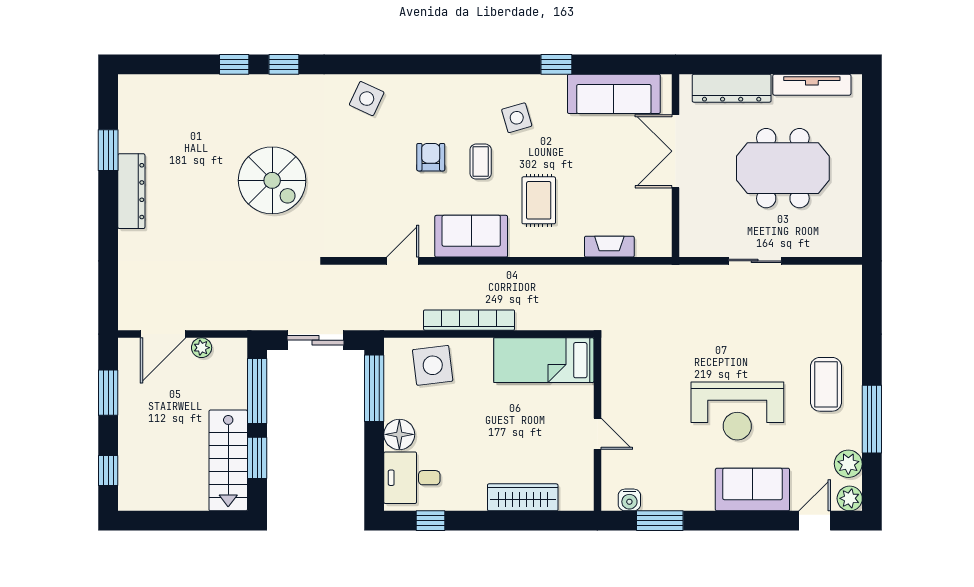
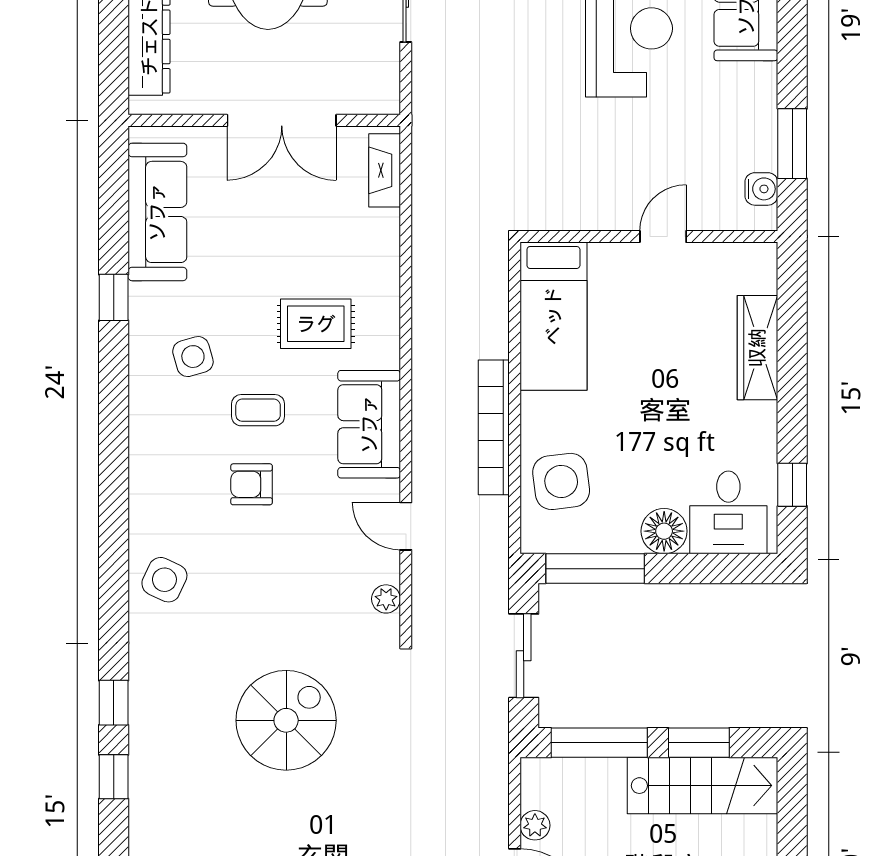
double door: (676, 151) -> (282, 120), moved
fireplace: (609, 247) -> (385, 170), moved
plant: (354, 248) -> (386, 599), added

